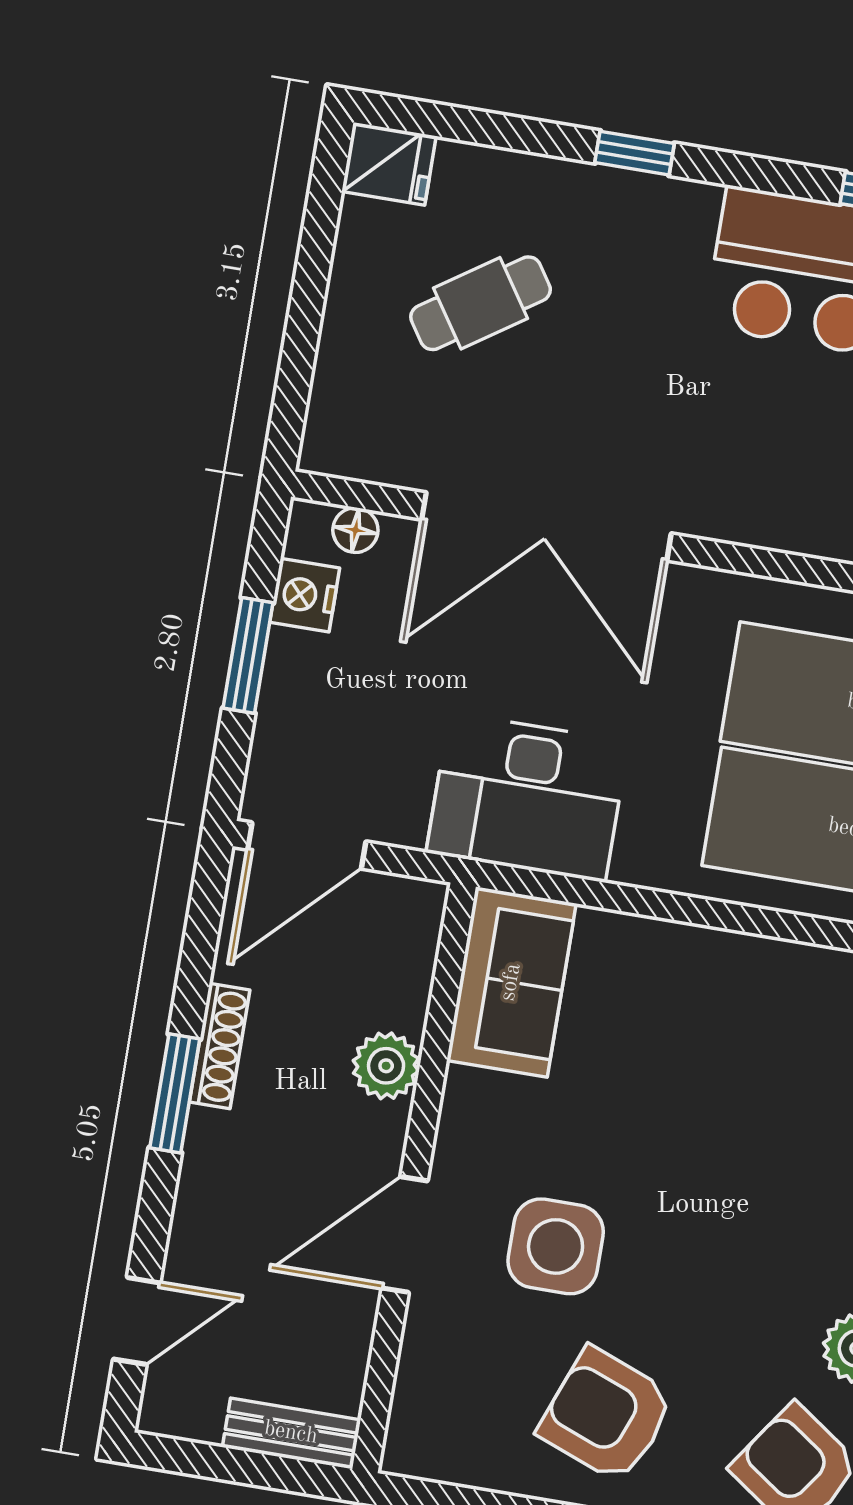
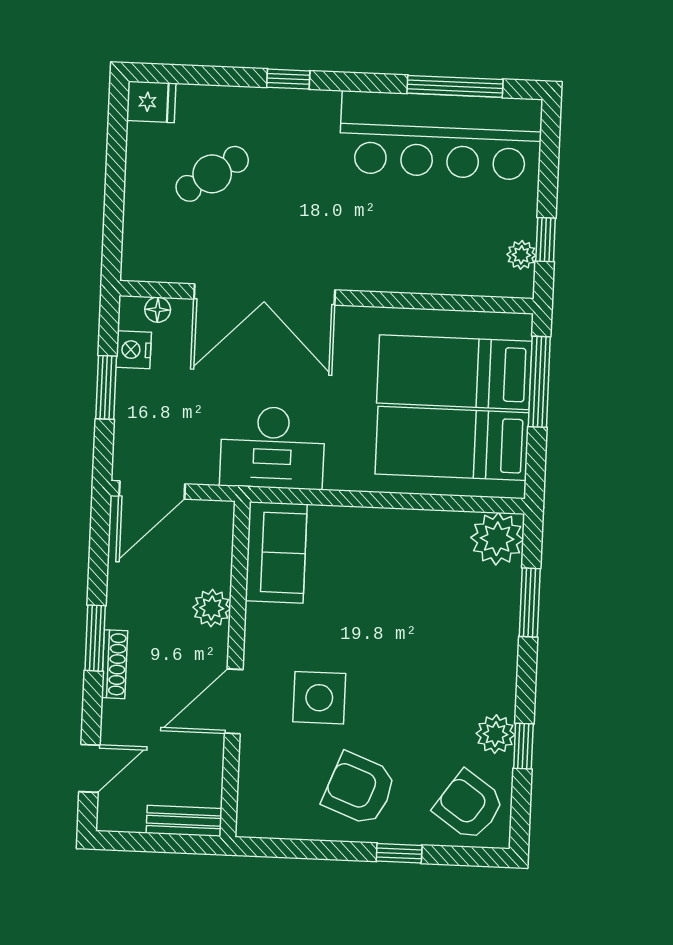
shoe rack: (220, 1046) -> (115, 664), moved

